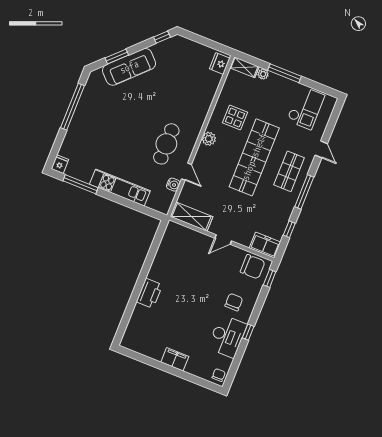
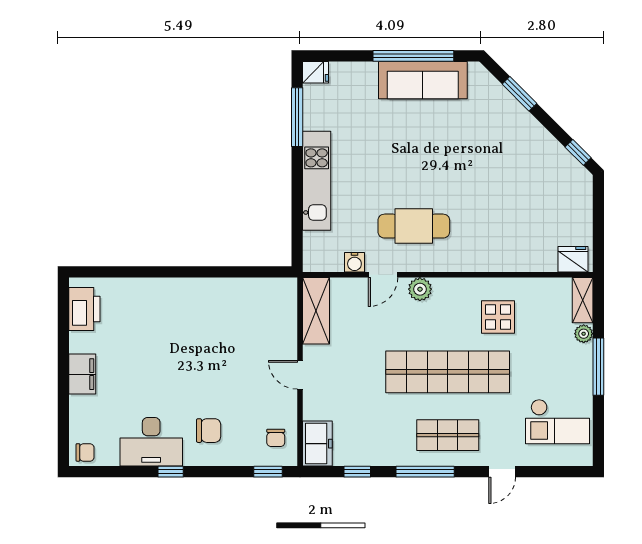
sofa: (129, 67) -> (423, 80), moved, turned -45
plant: (209, 139) -> (420, 289), moved
chair: (253, 267) -> (276, 438), width x0.54, depth x0.54
printer: (149, 293) -> (84, 309), moved, turned -90

